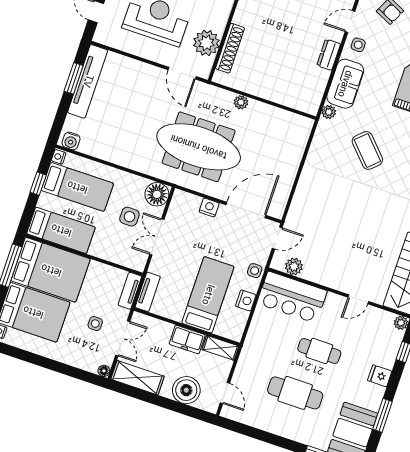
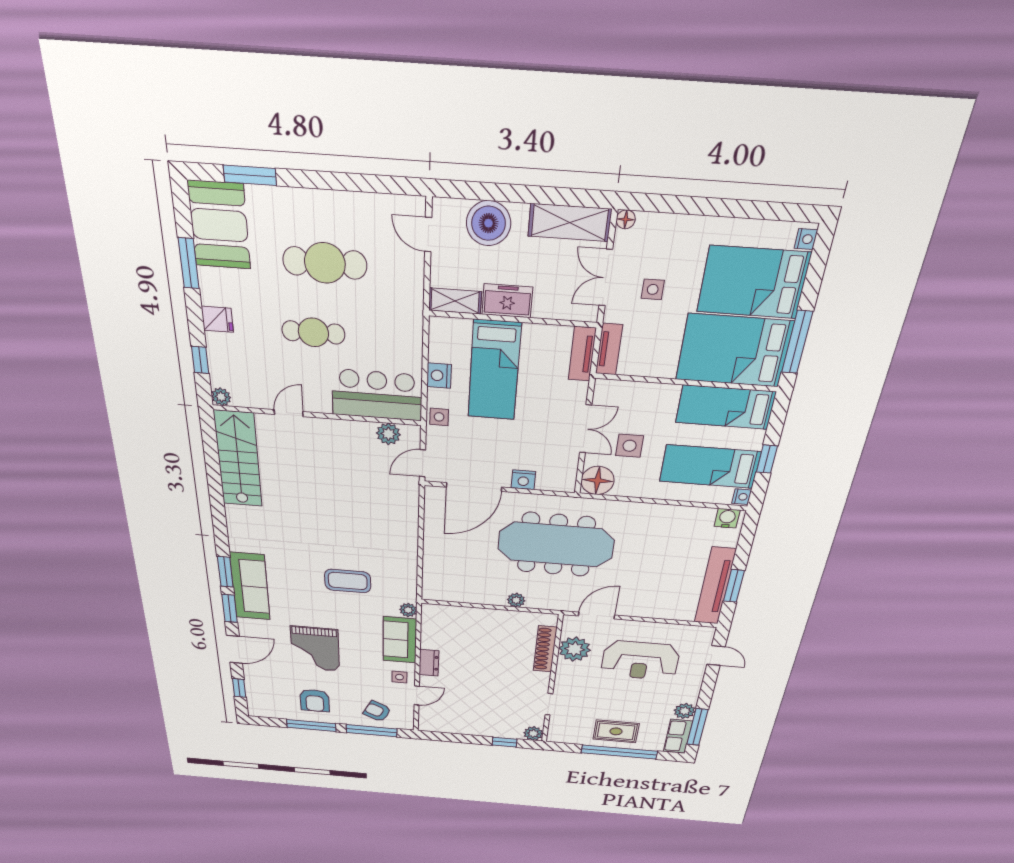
door: (182, 73) -> (597, 616), hinge flipped
coffee table: (367, 150) -> (348, 581), turned -47

